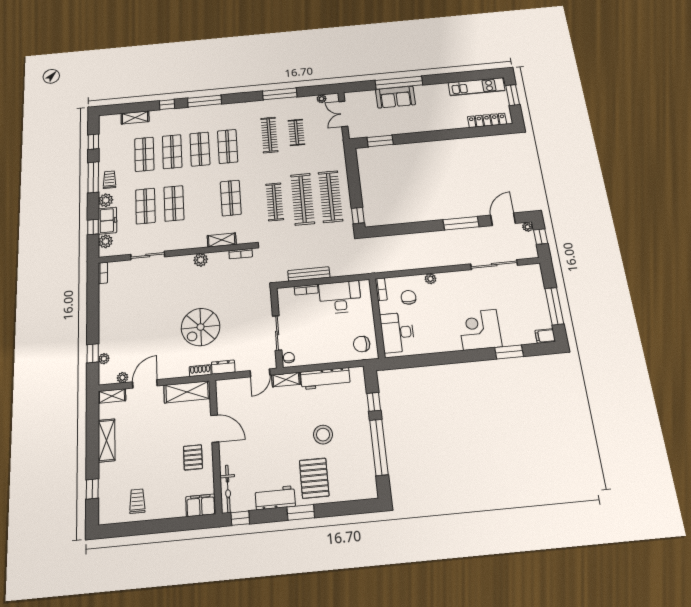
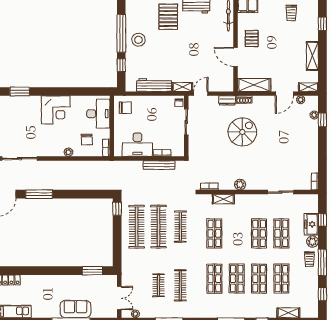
plant: (106, 241) -> (313, 207), removed
corner desk: (480, 330) -> (56, 110), moved
stool: (323, 435) -> (138, 40), moved

